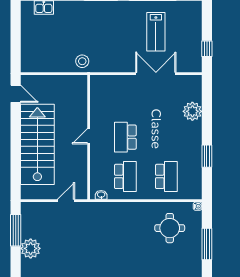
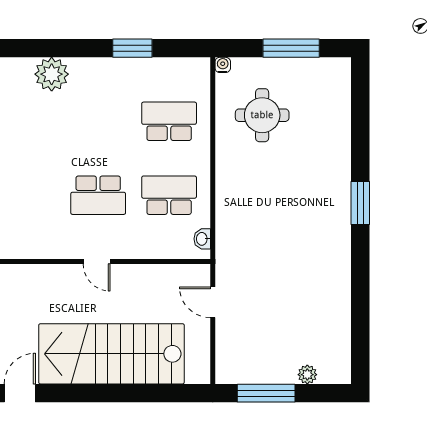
plant: (31, 248) -> (307, 375), width x0.53, depth x0.53

